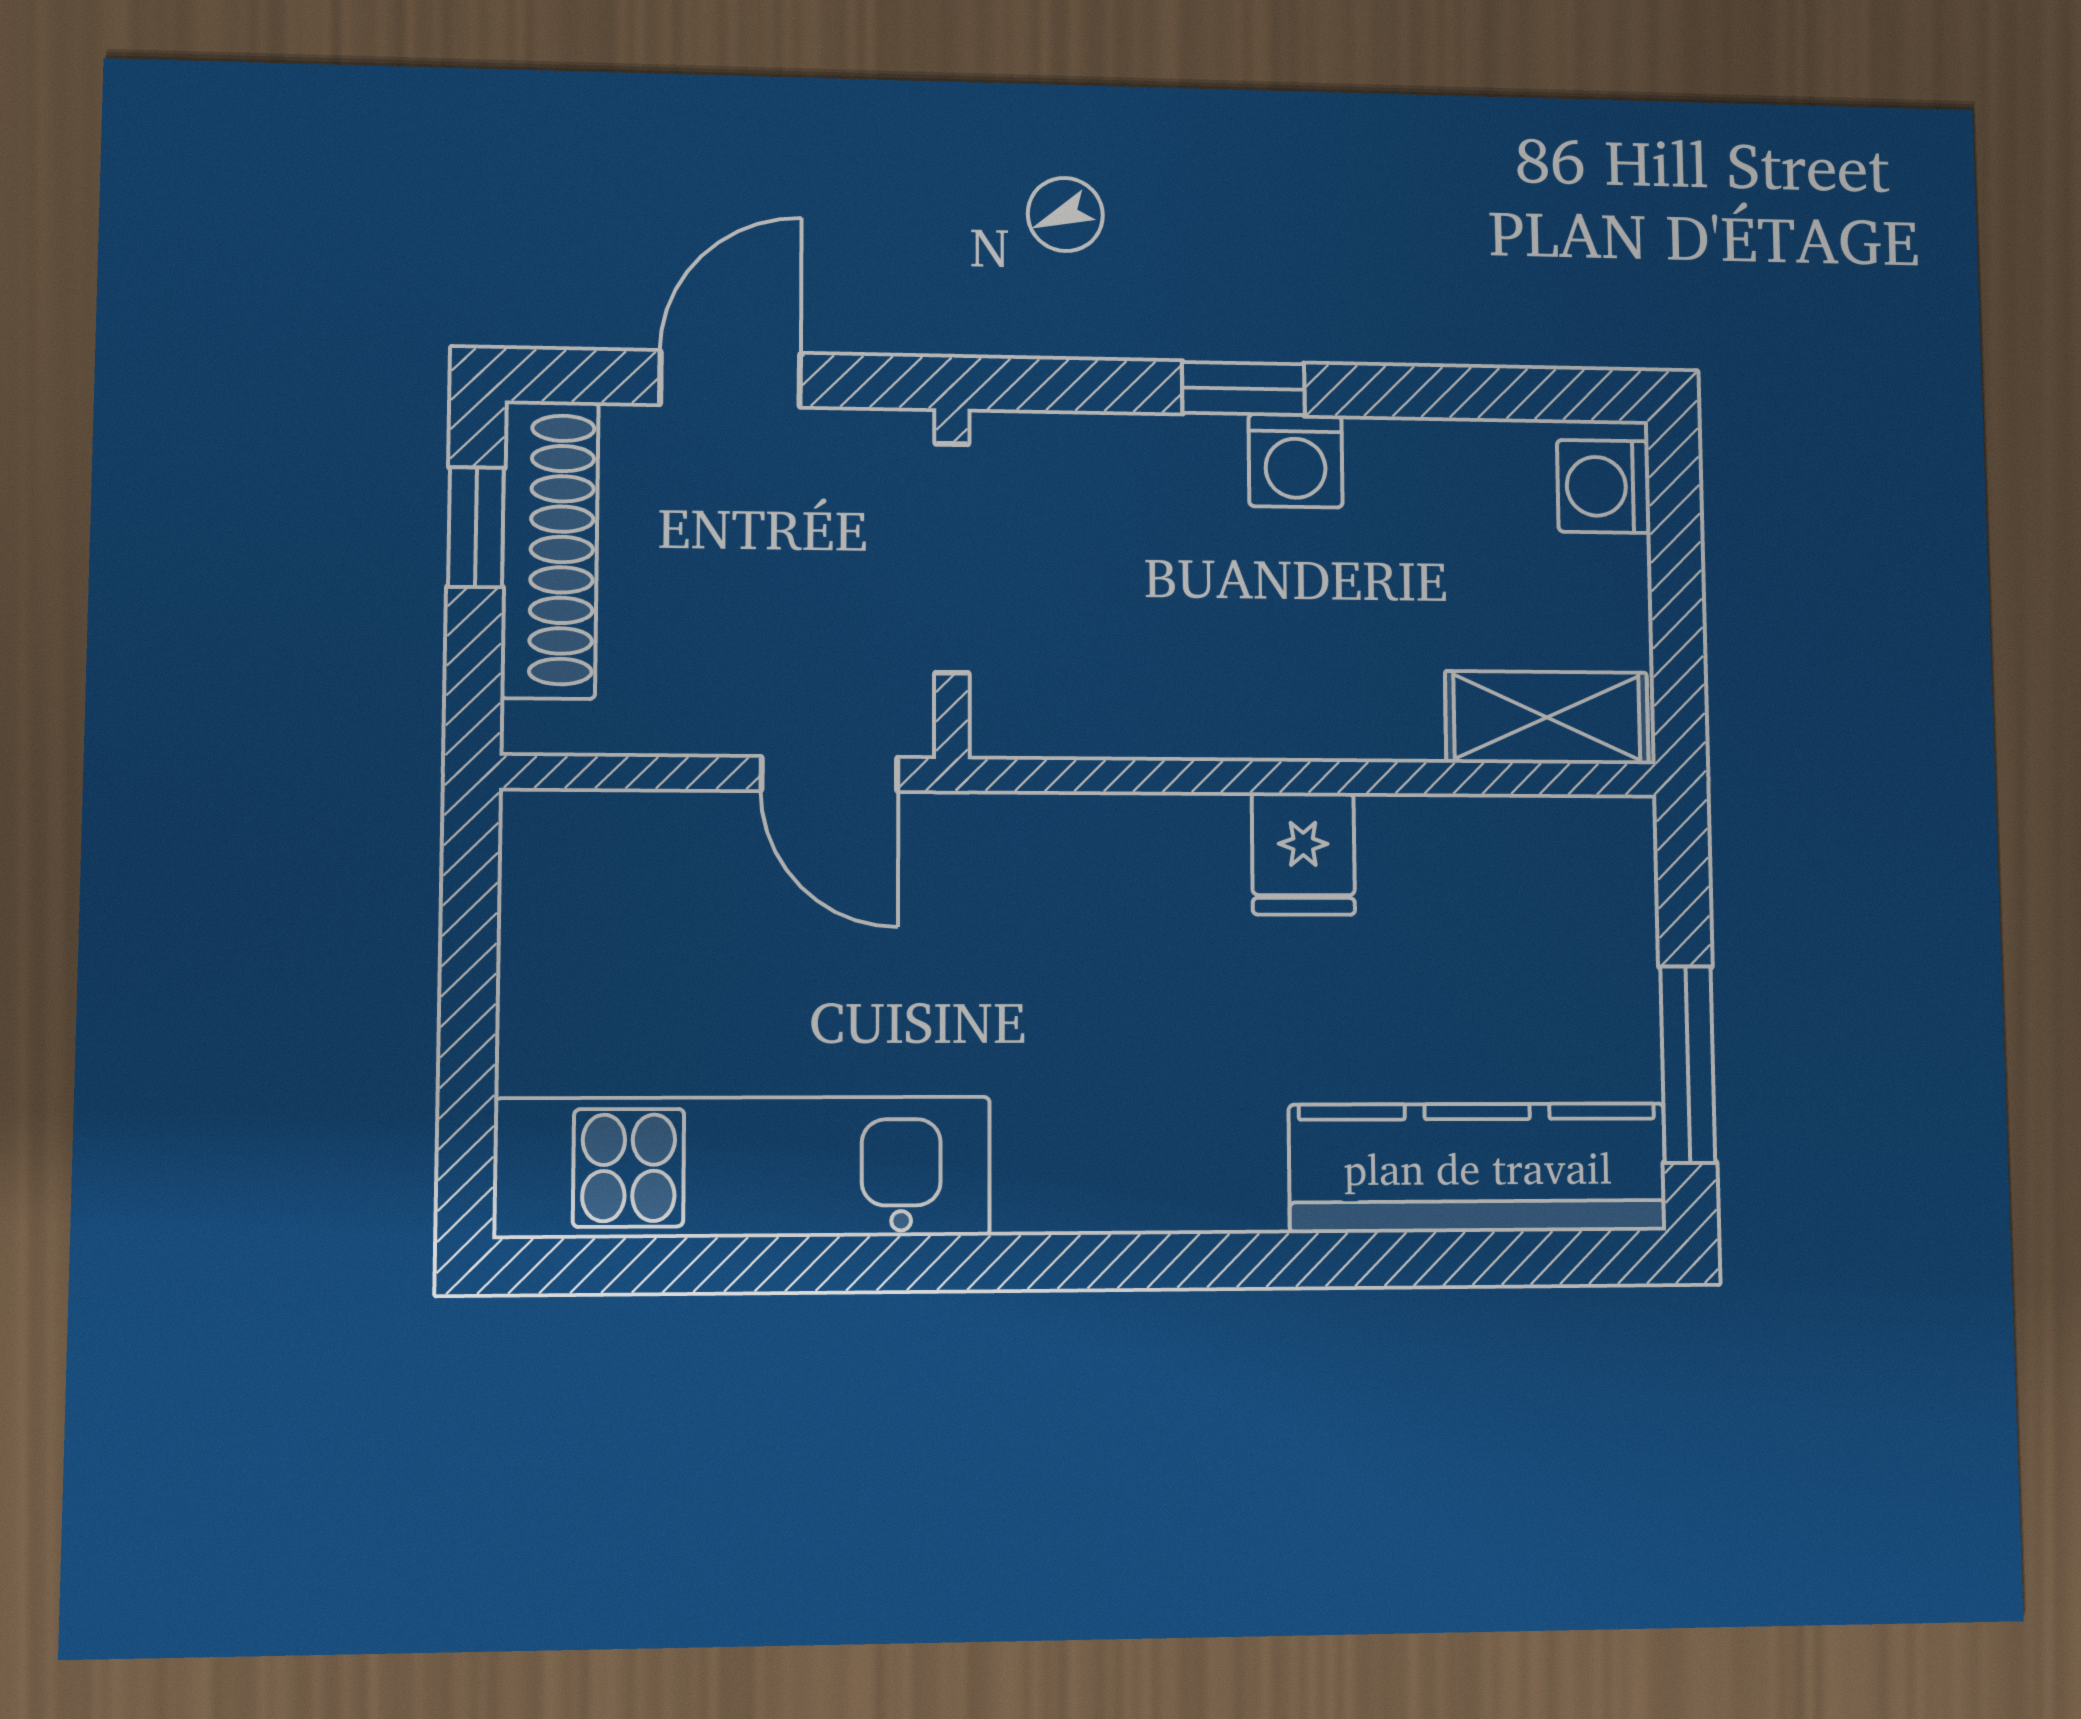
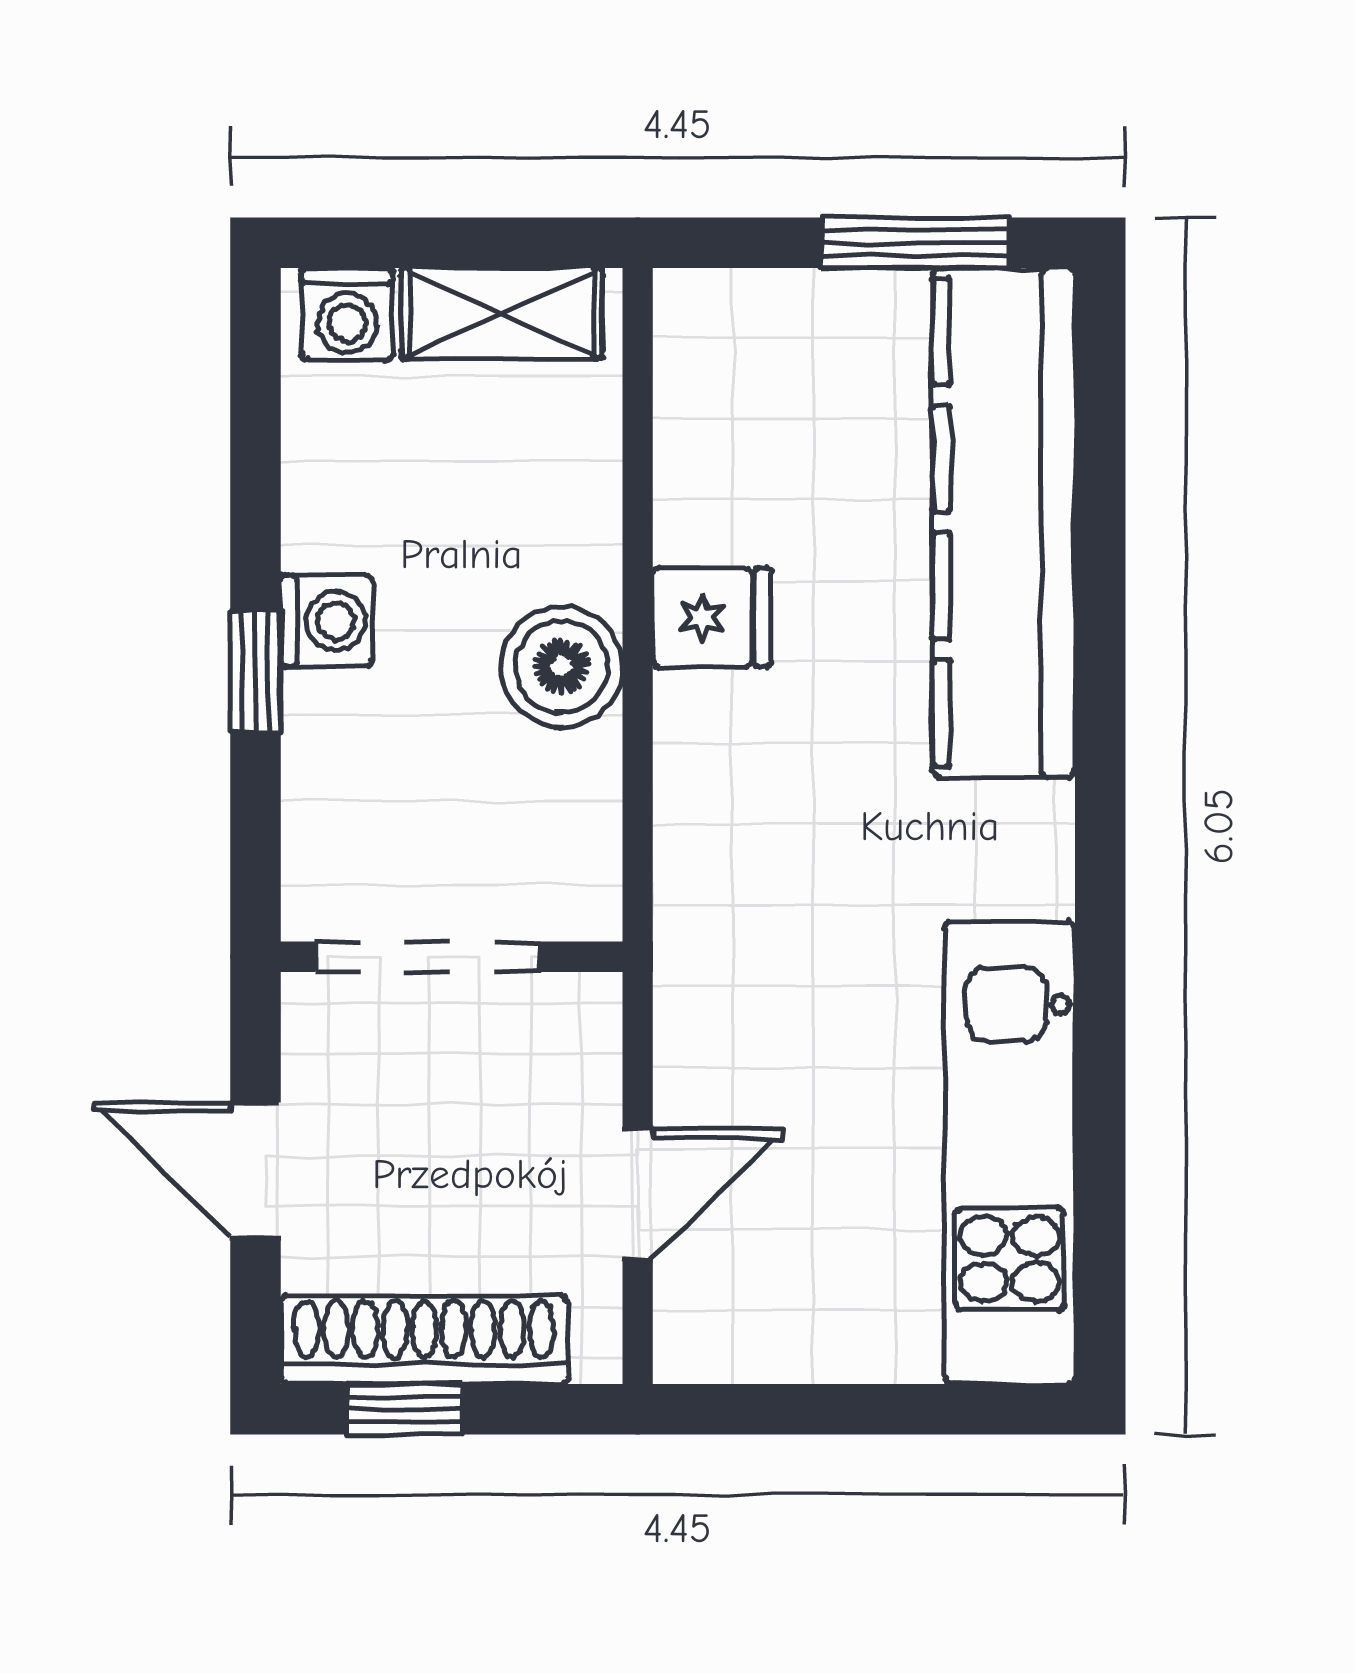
boiler: (1251, 699) -> (562, 666), added
shelving: (1547, 718) -> (502, 313), moved, turned 90
door: (829, 774) -> (638, 1194), moved
kitchen counter: (1478, 1168) -> (1004, 522), width x1.39, depth x1.17

